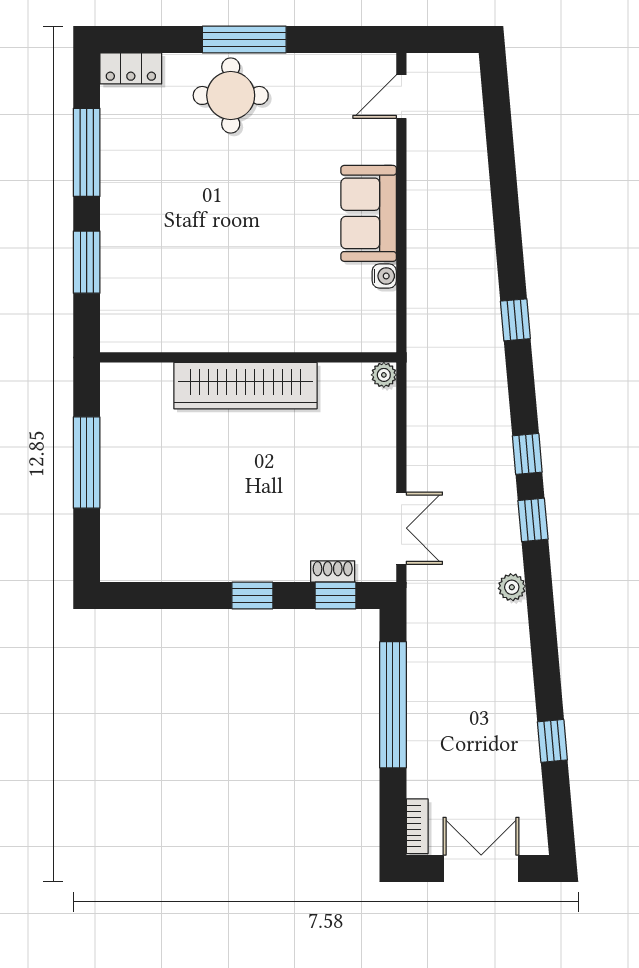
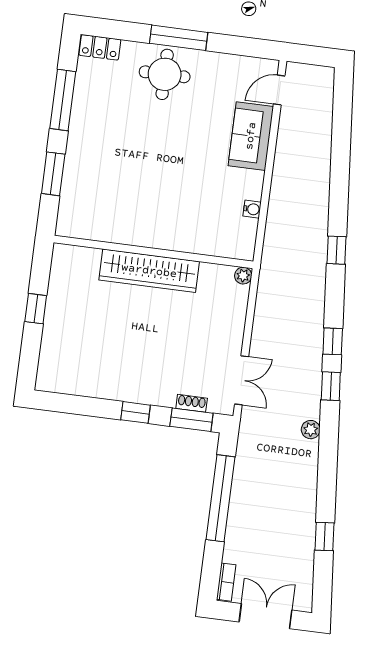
sofa: (369, 213) -> (251, 136), moved
window: (87, 463) -> (36, 309), width x0.46
window: (336, 596) -> (191, 420), width x1.50

